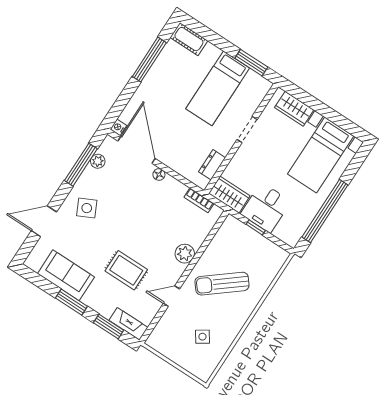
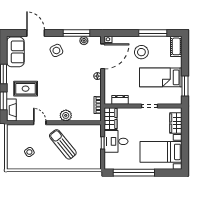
stool: (165, 92) -> (141, 52), added
rug: (126, 270) -> (26, 89), moved, turned 90
sofa: (66, 275) -> (15, 52), moved

